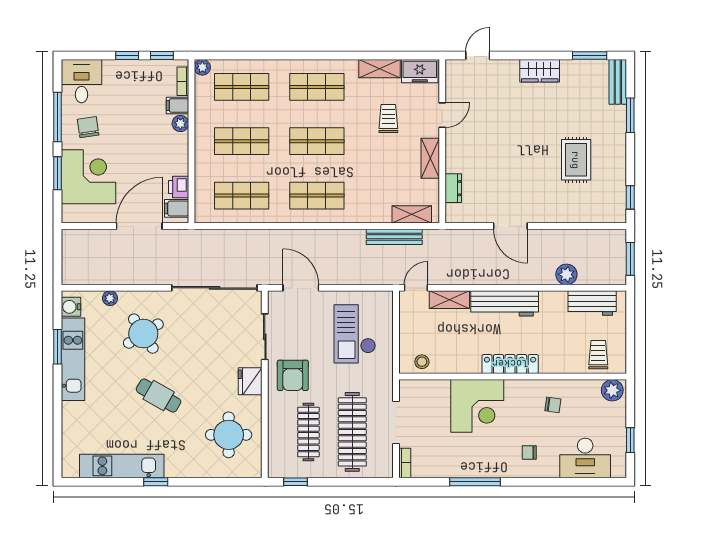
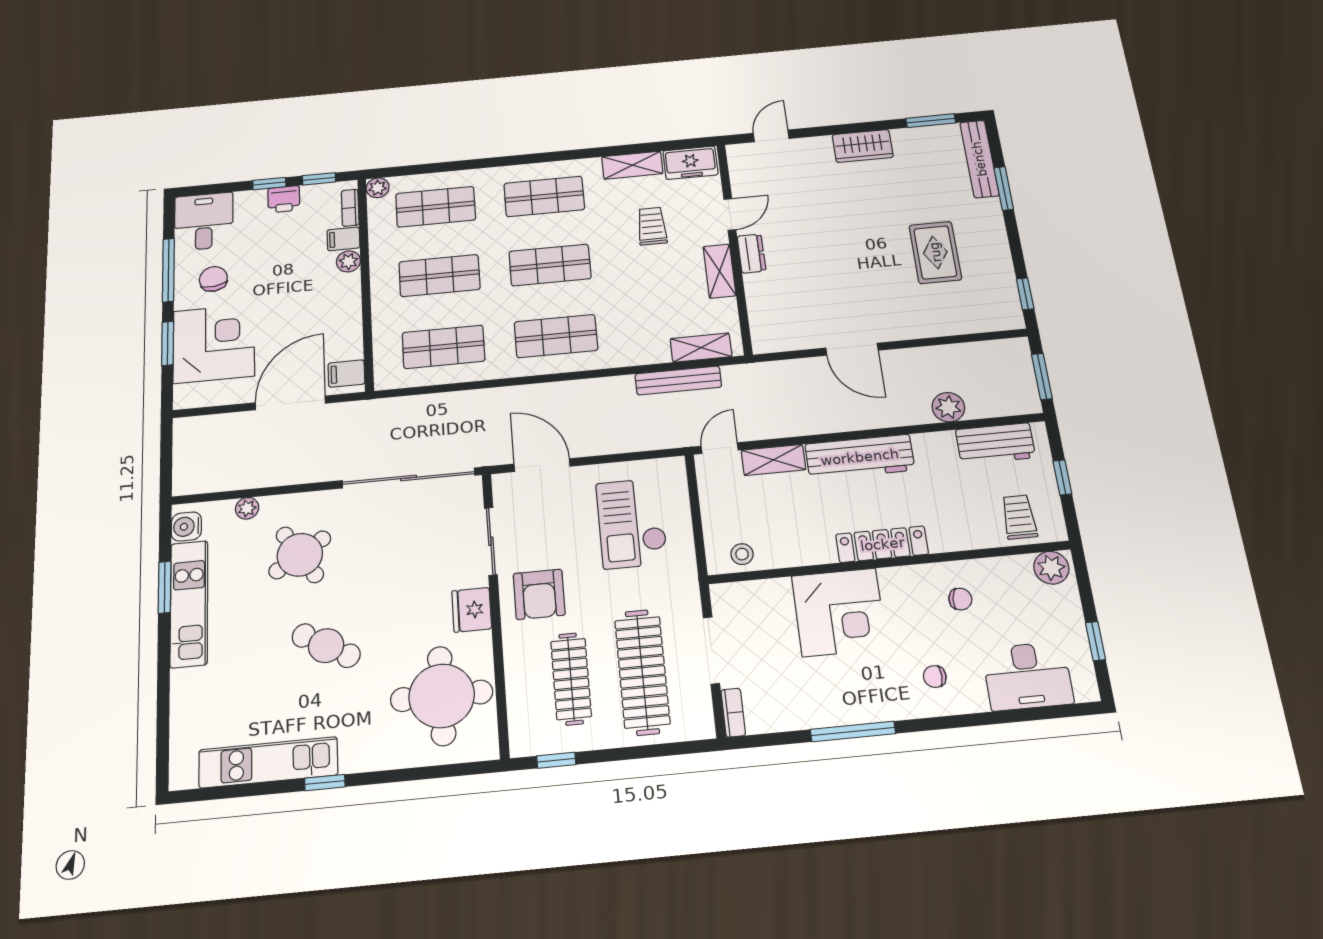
bench: (618, 82) -> (979, 159), width x1.36
printer: (179, 187) -> (284, 199), moved, turned -90
dresser: (453, 188) -> (752, 254), moved
window: (630, 331) -> (1062, 477), added
round table: (229, 435) -> (442, 696), width x1.36, depth x1.36

